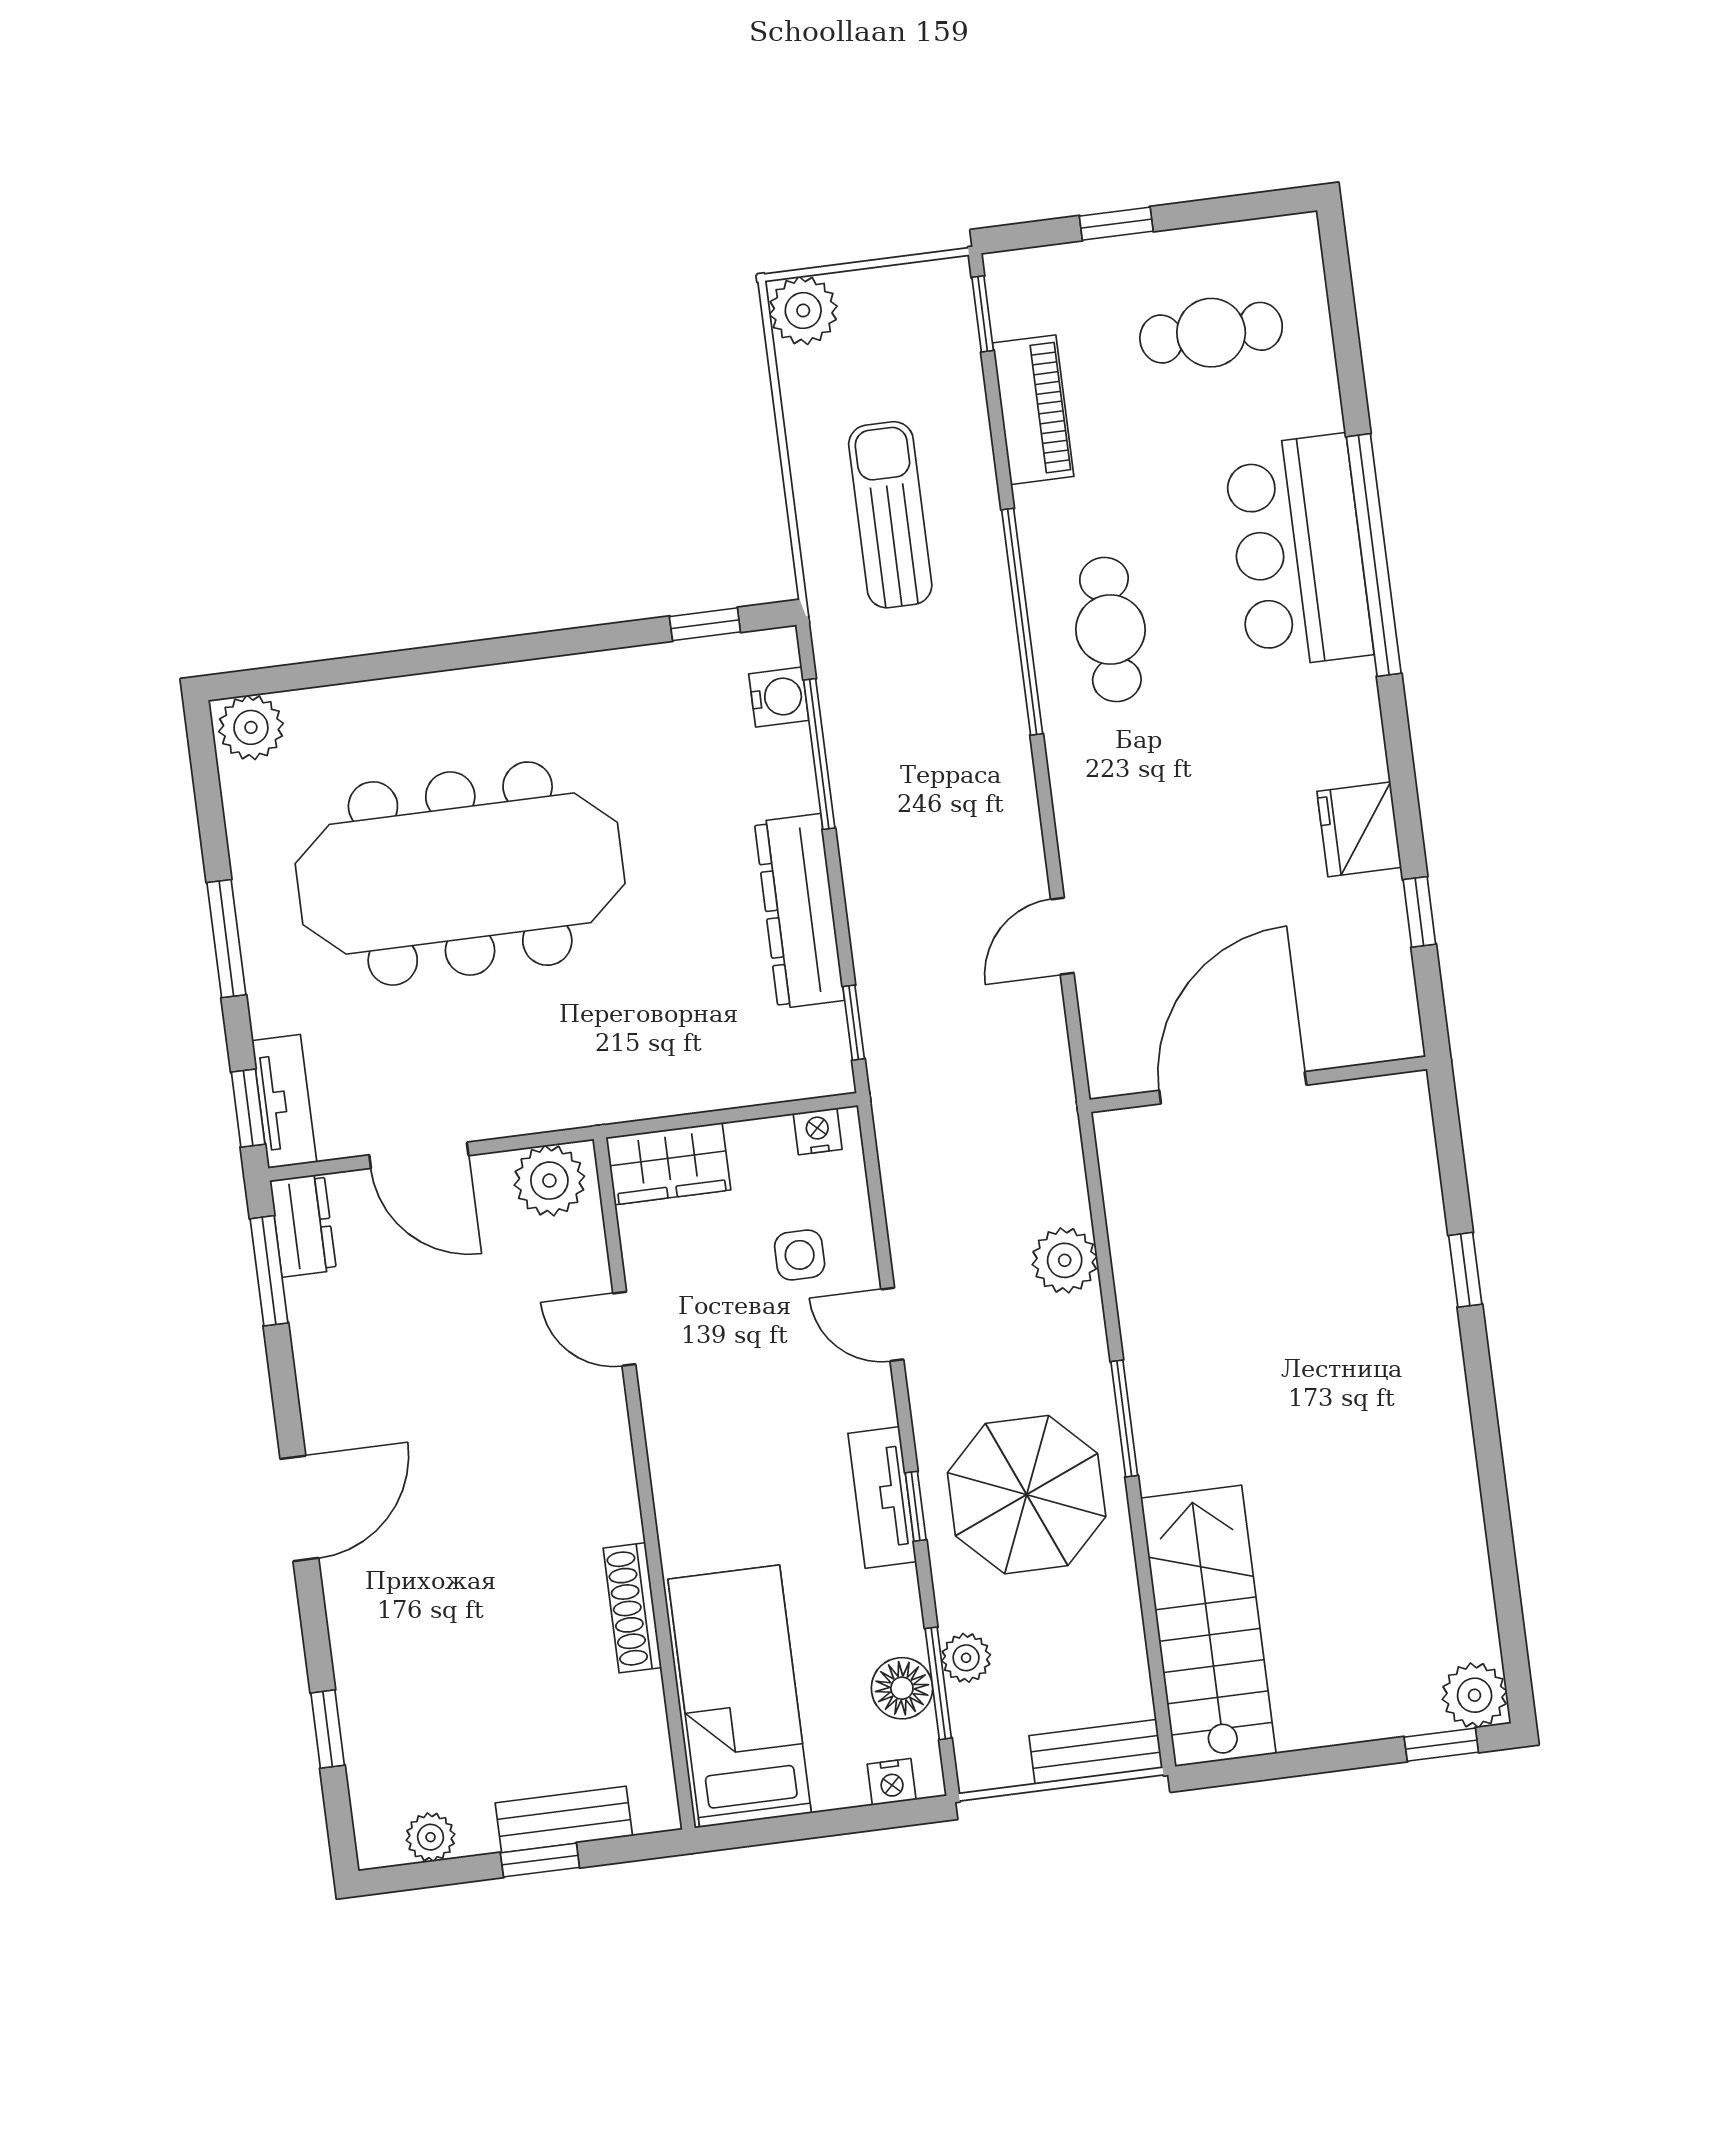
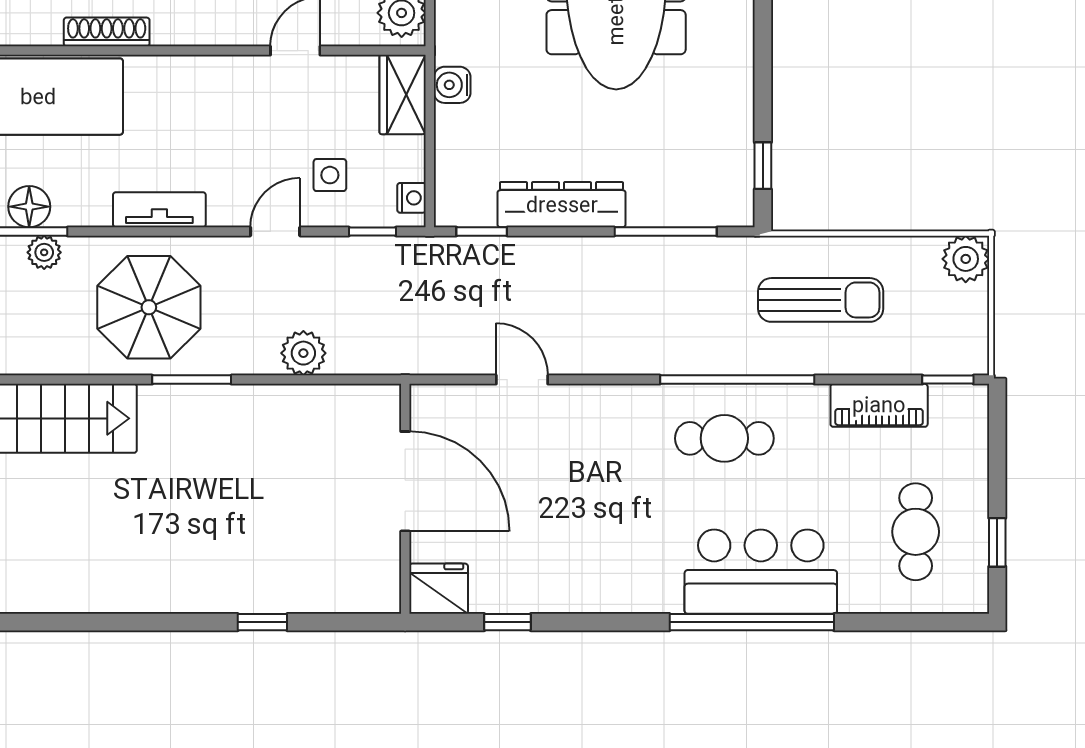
window: (1116, 224) -> (997, 542), moved
water cooler: (779, 697) -> (452, 85), moved, turned 90
fridge: (1359, 829) -> (439, 589), moved
window: (916, 1506) -> (372, 231), moved

